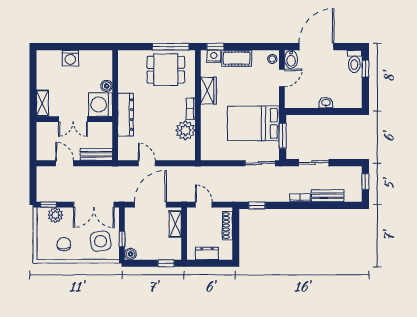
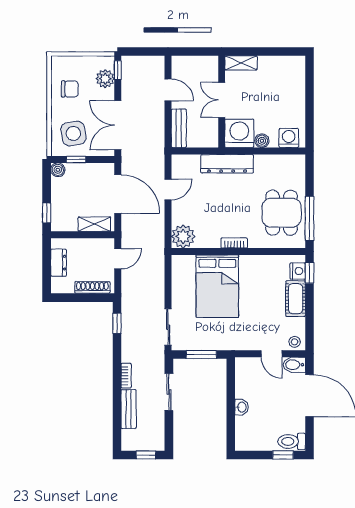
washing machine: (70, 58) -> (289, 138), moved, turned 90
wardrobe: (208, 91) -> (256, 264), removed
bed: (253, 123) -> (217, 286), moved, turned 180
plant: (185, 130) -> (183, 236), moved
door: (65, 163) -> (168, 90), hinge flipped

